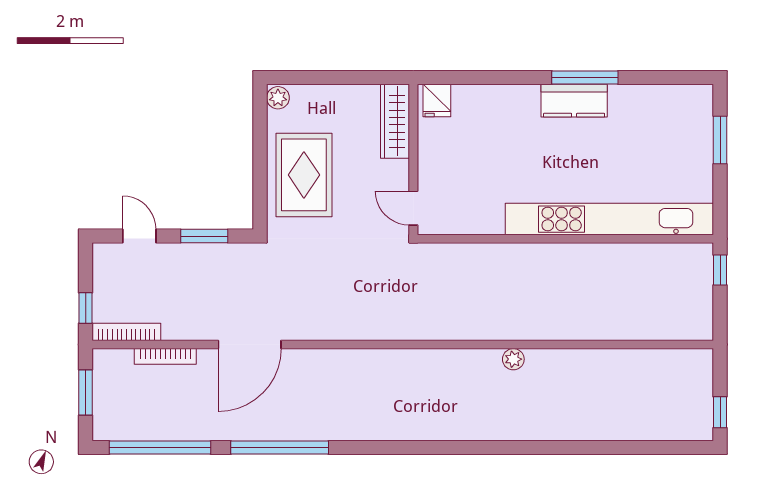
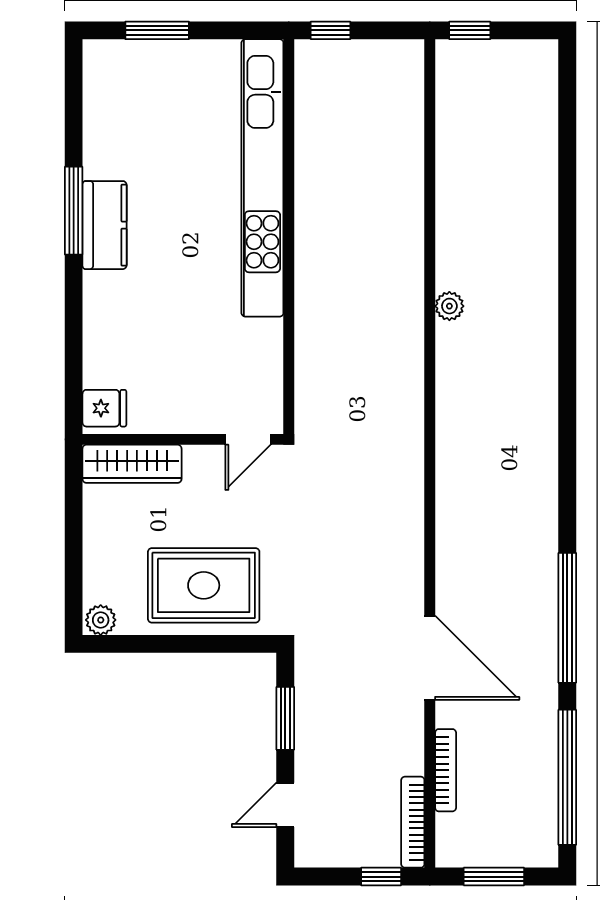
window: (720, 412) -> (470, 30), moved

